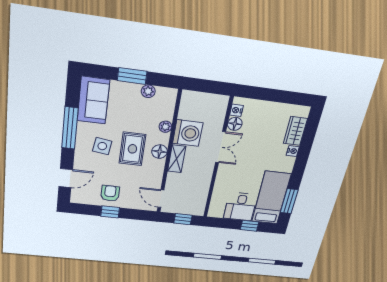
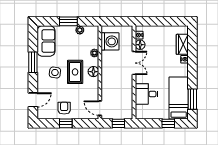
window: (70, 128) -> (33, 62), width x0.69
washing machine: (188, 133) -> (110, 41), moved
shelving: (177, 159) -> (106, 76), removed
desk: (240, 207) -> (146, 94), moved, turned 90

